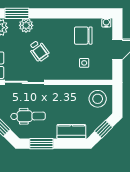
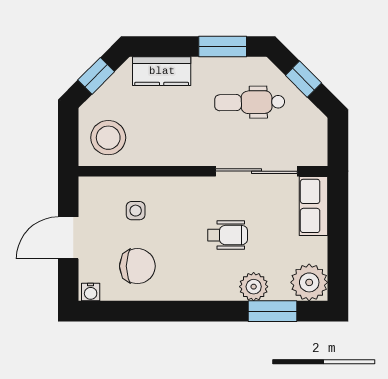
wheelchair: (39, 51) -> (228, 235), turned 126

